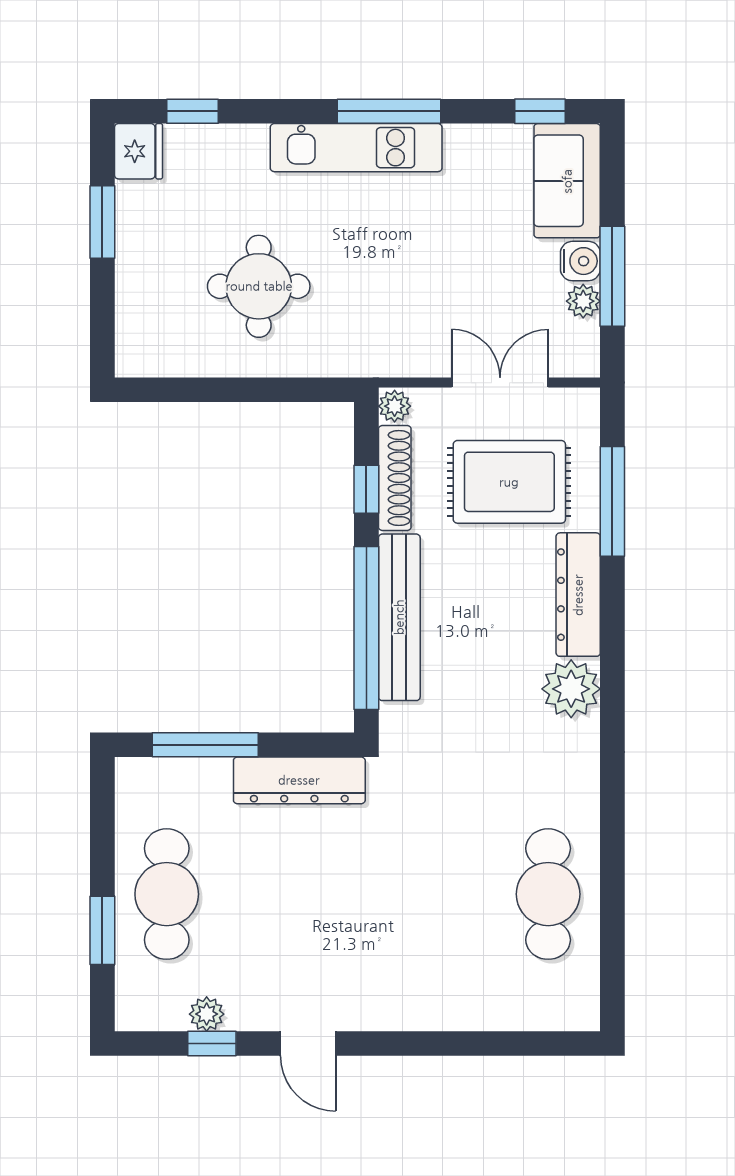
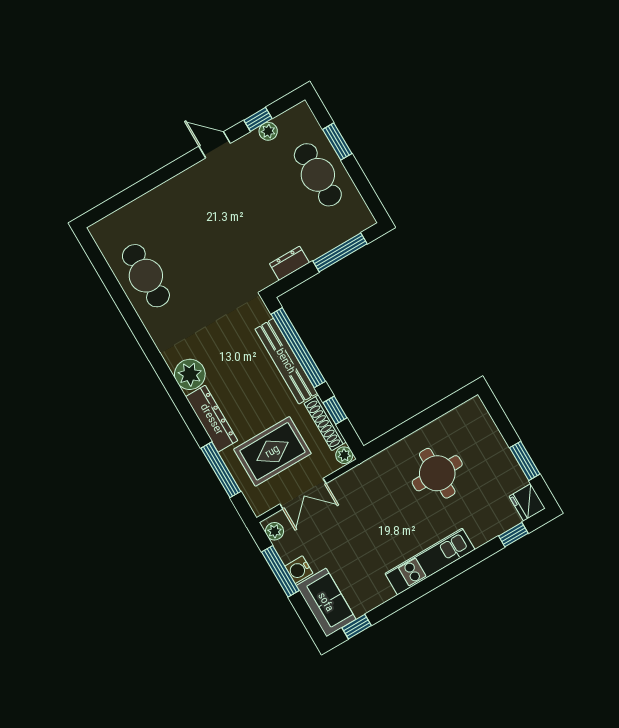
window: (389, 111) -> (425, 587), removed
plant: (583, 301) -> (274, 531), moved
dresser: (299, 780) -> (289, 263), width x0.51, depth x0.80

